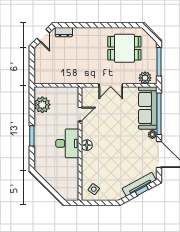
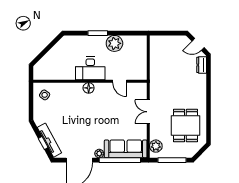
plant: (42, 105) -> (114, 43), moved

